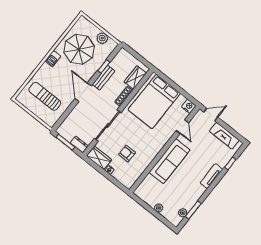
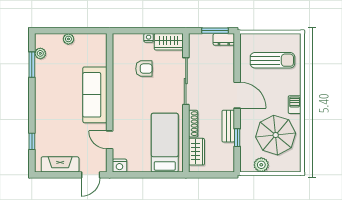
bed: (154, 102) -> (165, 143), width x0.67
dresser: (79, 144) -> (224, 39), moved
tv unit: (211, 176) -> (41, 113), removed

